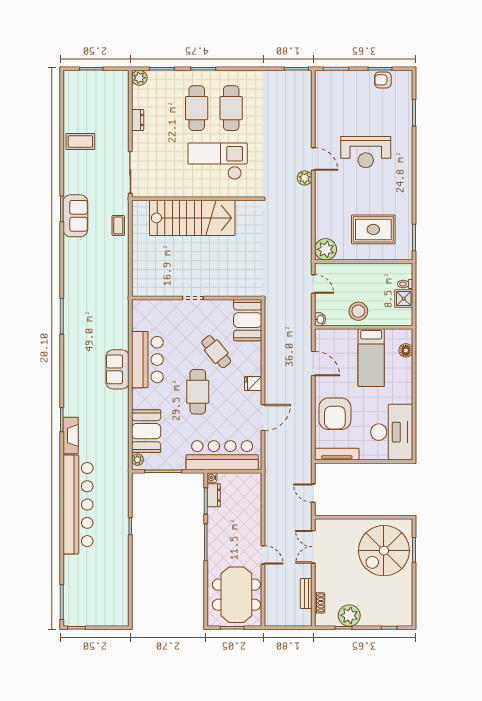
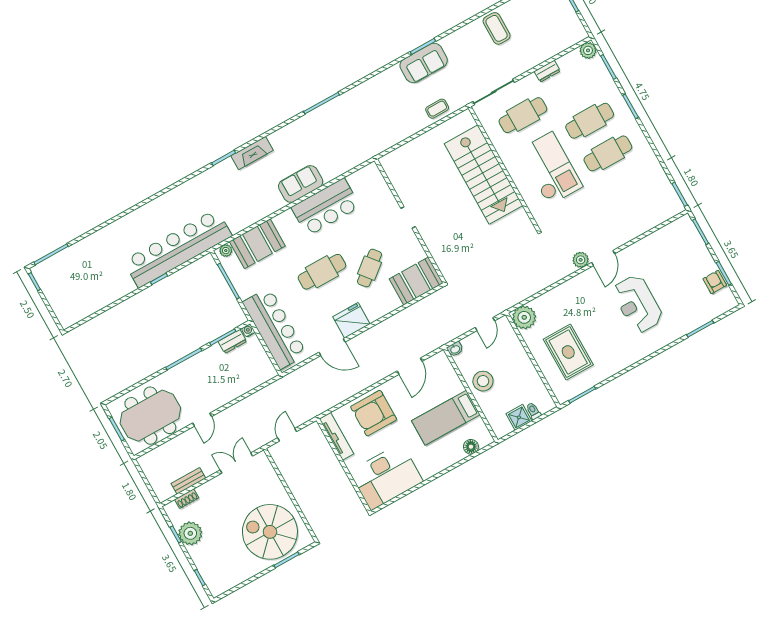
cafe table: (162, 159) -> (523, 115), added
fridge: (253, 384) -> (351, 320), width x1.88, depth x1.34
fireplace: (71, 435) -> (252, 153), moved
bar counter: (78, 505) -> (178, 248), moved, turned 180

